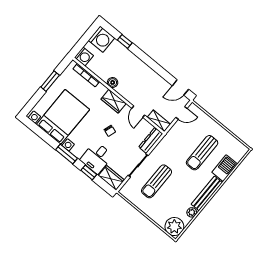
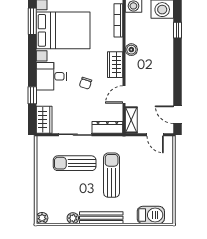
sun lounger: (202, 153) -> (112, 175), moved, turned 90
window: (66, 154) -> (32, 21), moved
desk: (96, 158) -> (51, 76), moved
barbecue: (225, 168) -> (151, 215), moved
plant: (174, 227) -> (42, 218), width x0.53, depth x0.53

